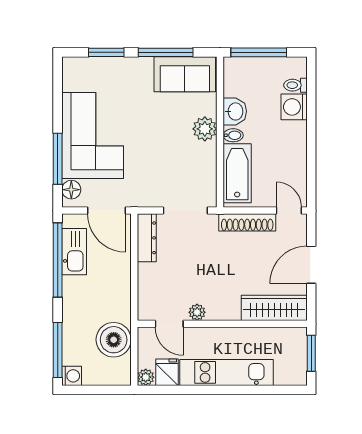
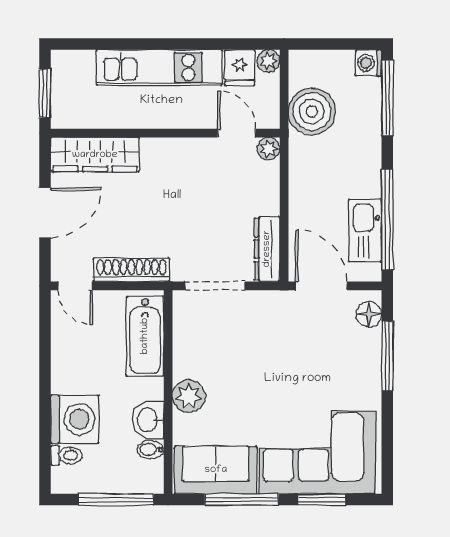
washing machine: (294, 107) -> (75, 419), width x1.37, depth x1.37
corner sofa: (93, 135) -> (317, 452), moved, turned 90
bidet: (233, 135) -> (150, 450), moved
plant: (197, 312) -> (268, 149), moved

